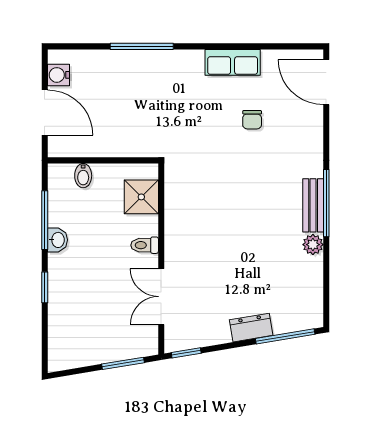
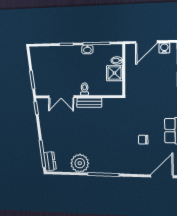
shower: (141, 197) -> (114, 73), moved
bench: (313, 205) -> (89, 103), moved
plant: (313, 245) -> (80, 163), width x1.87, depth x1.87
double door: (161, 297) -> (61, 97), swing flipped
dresser: (251, 328) -> (50, 161), moved

